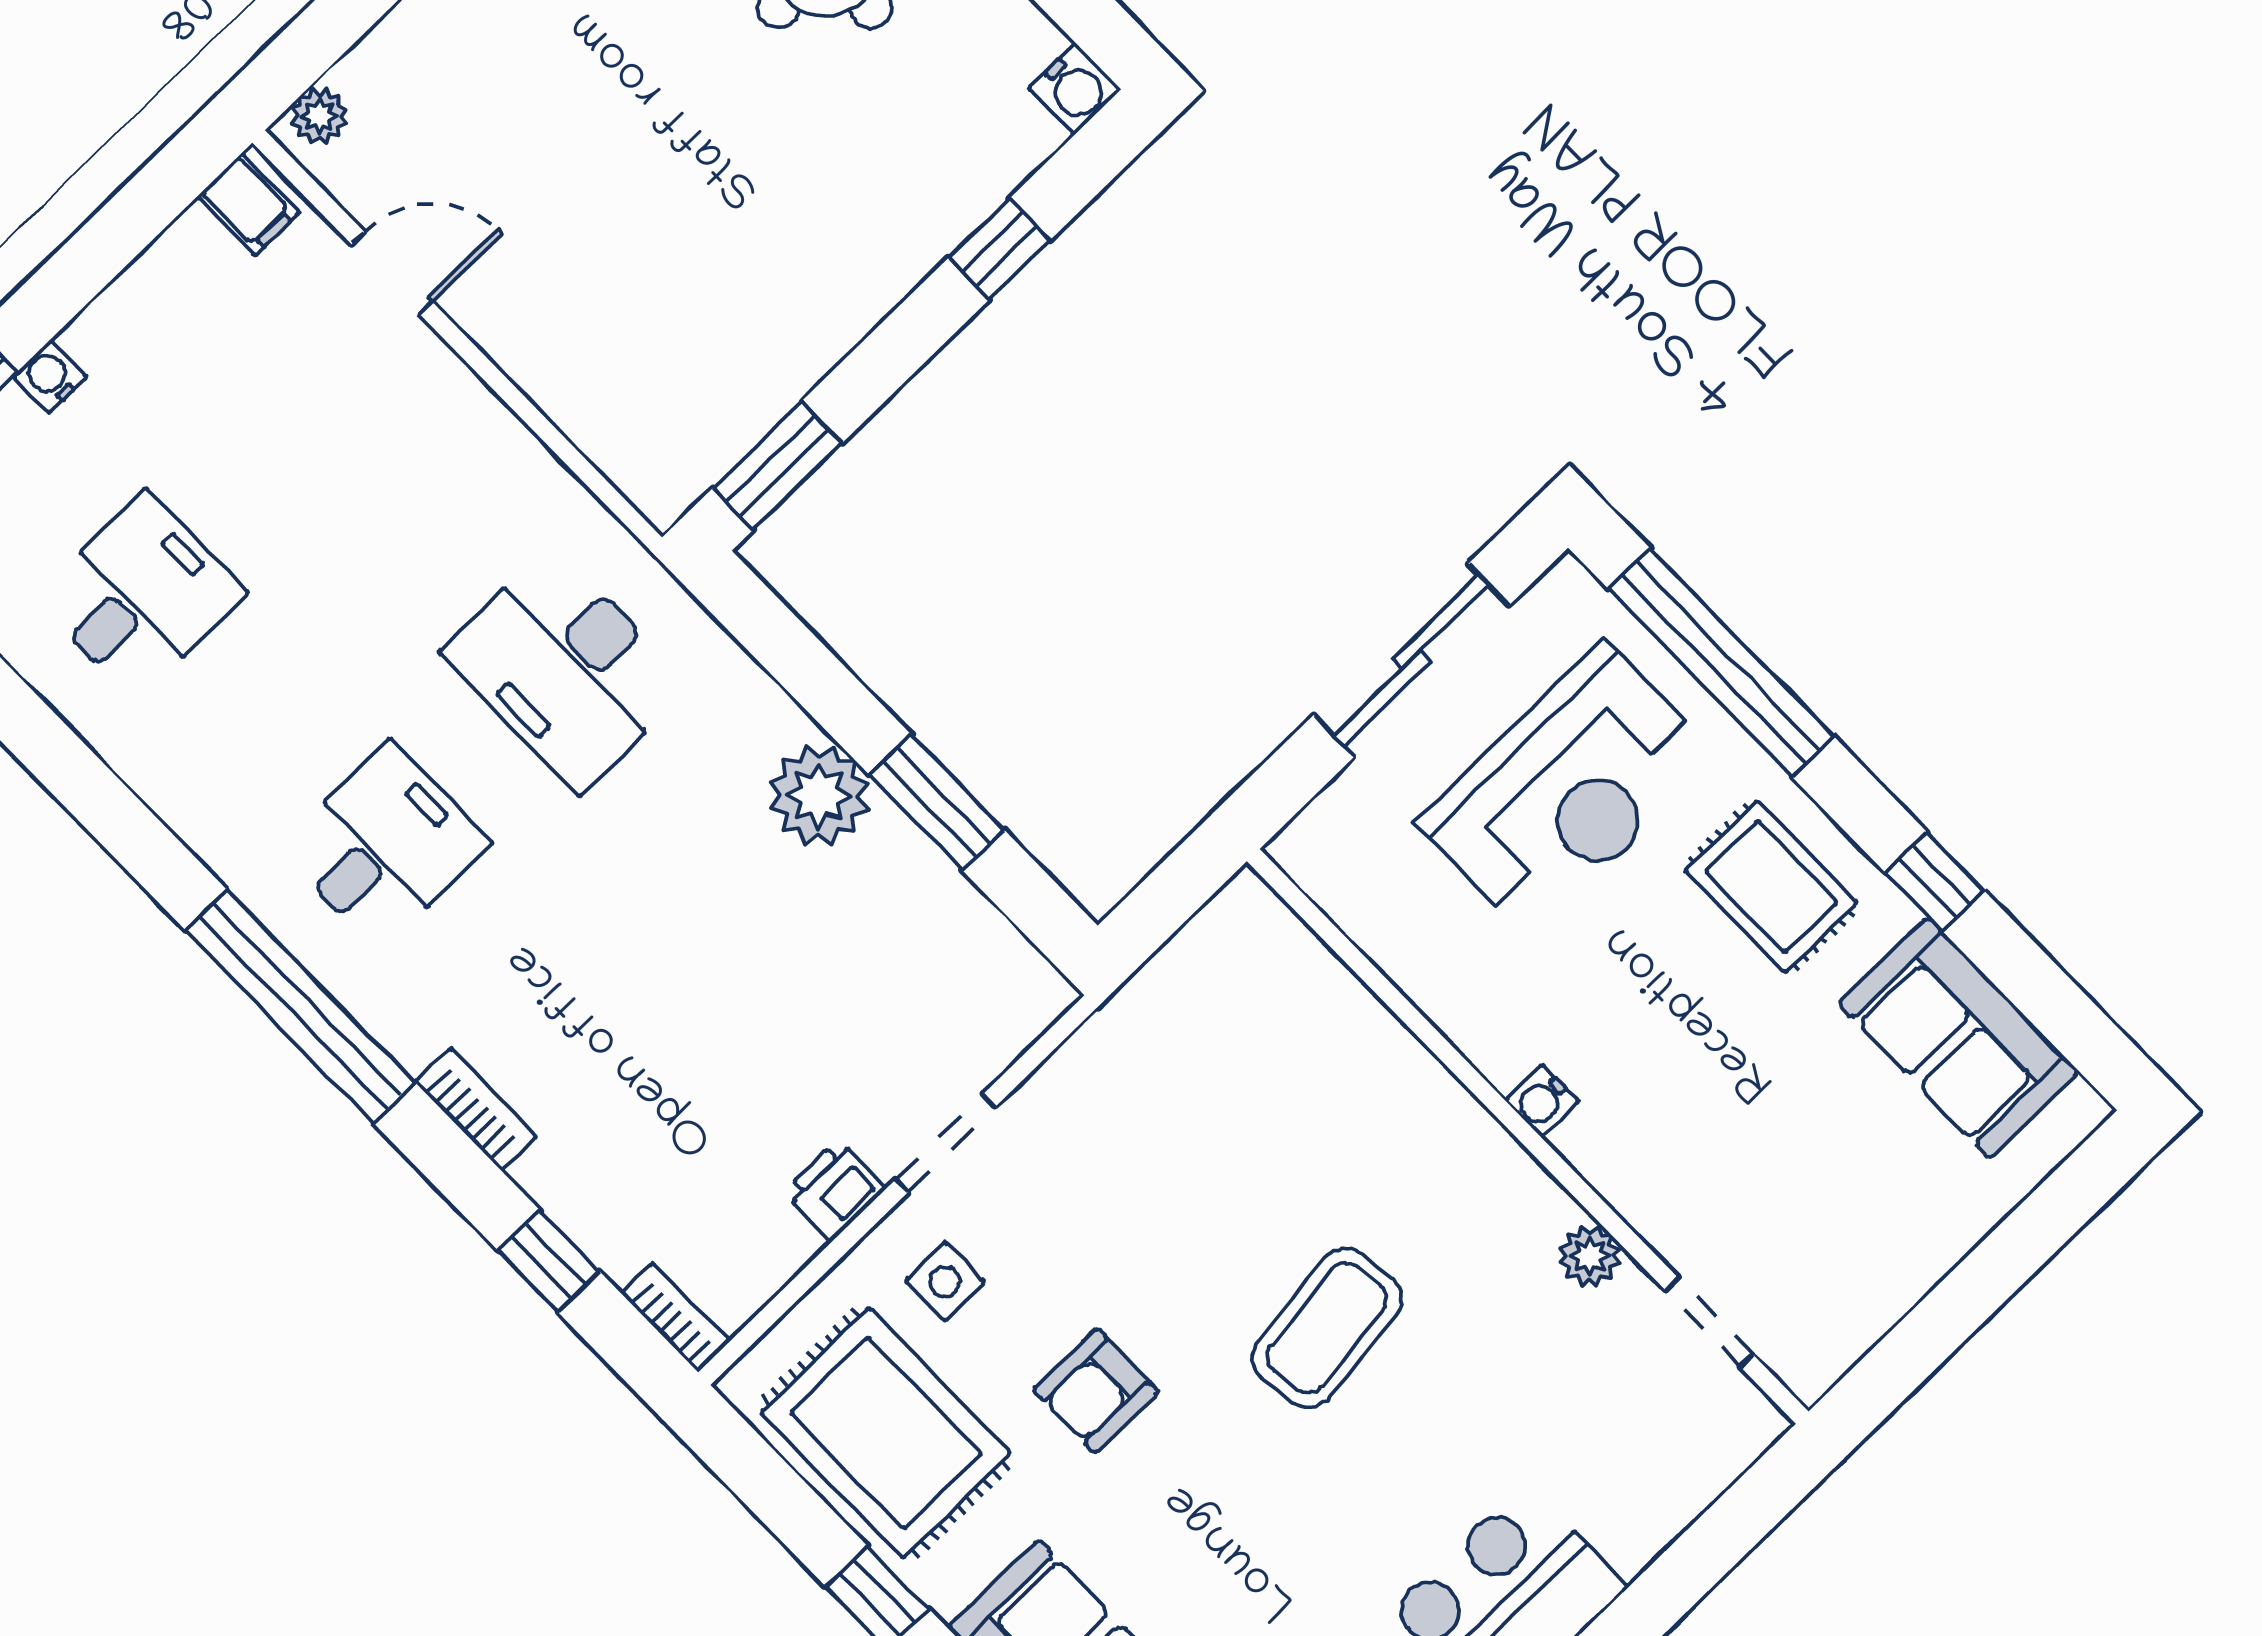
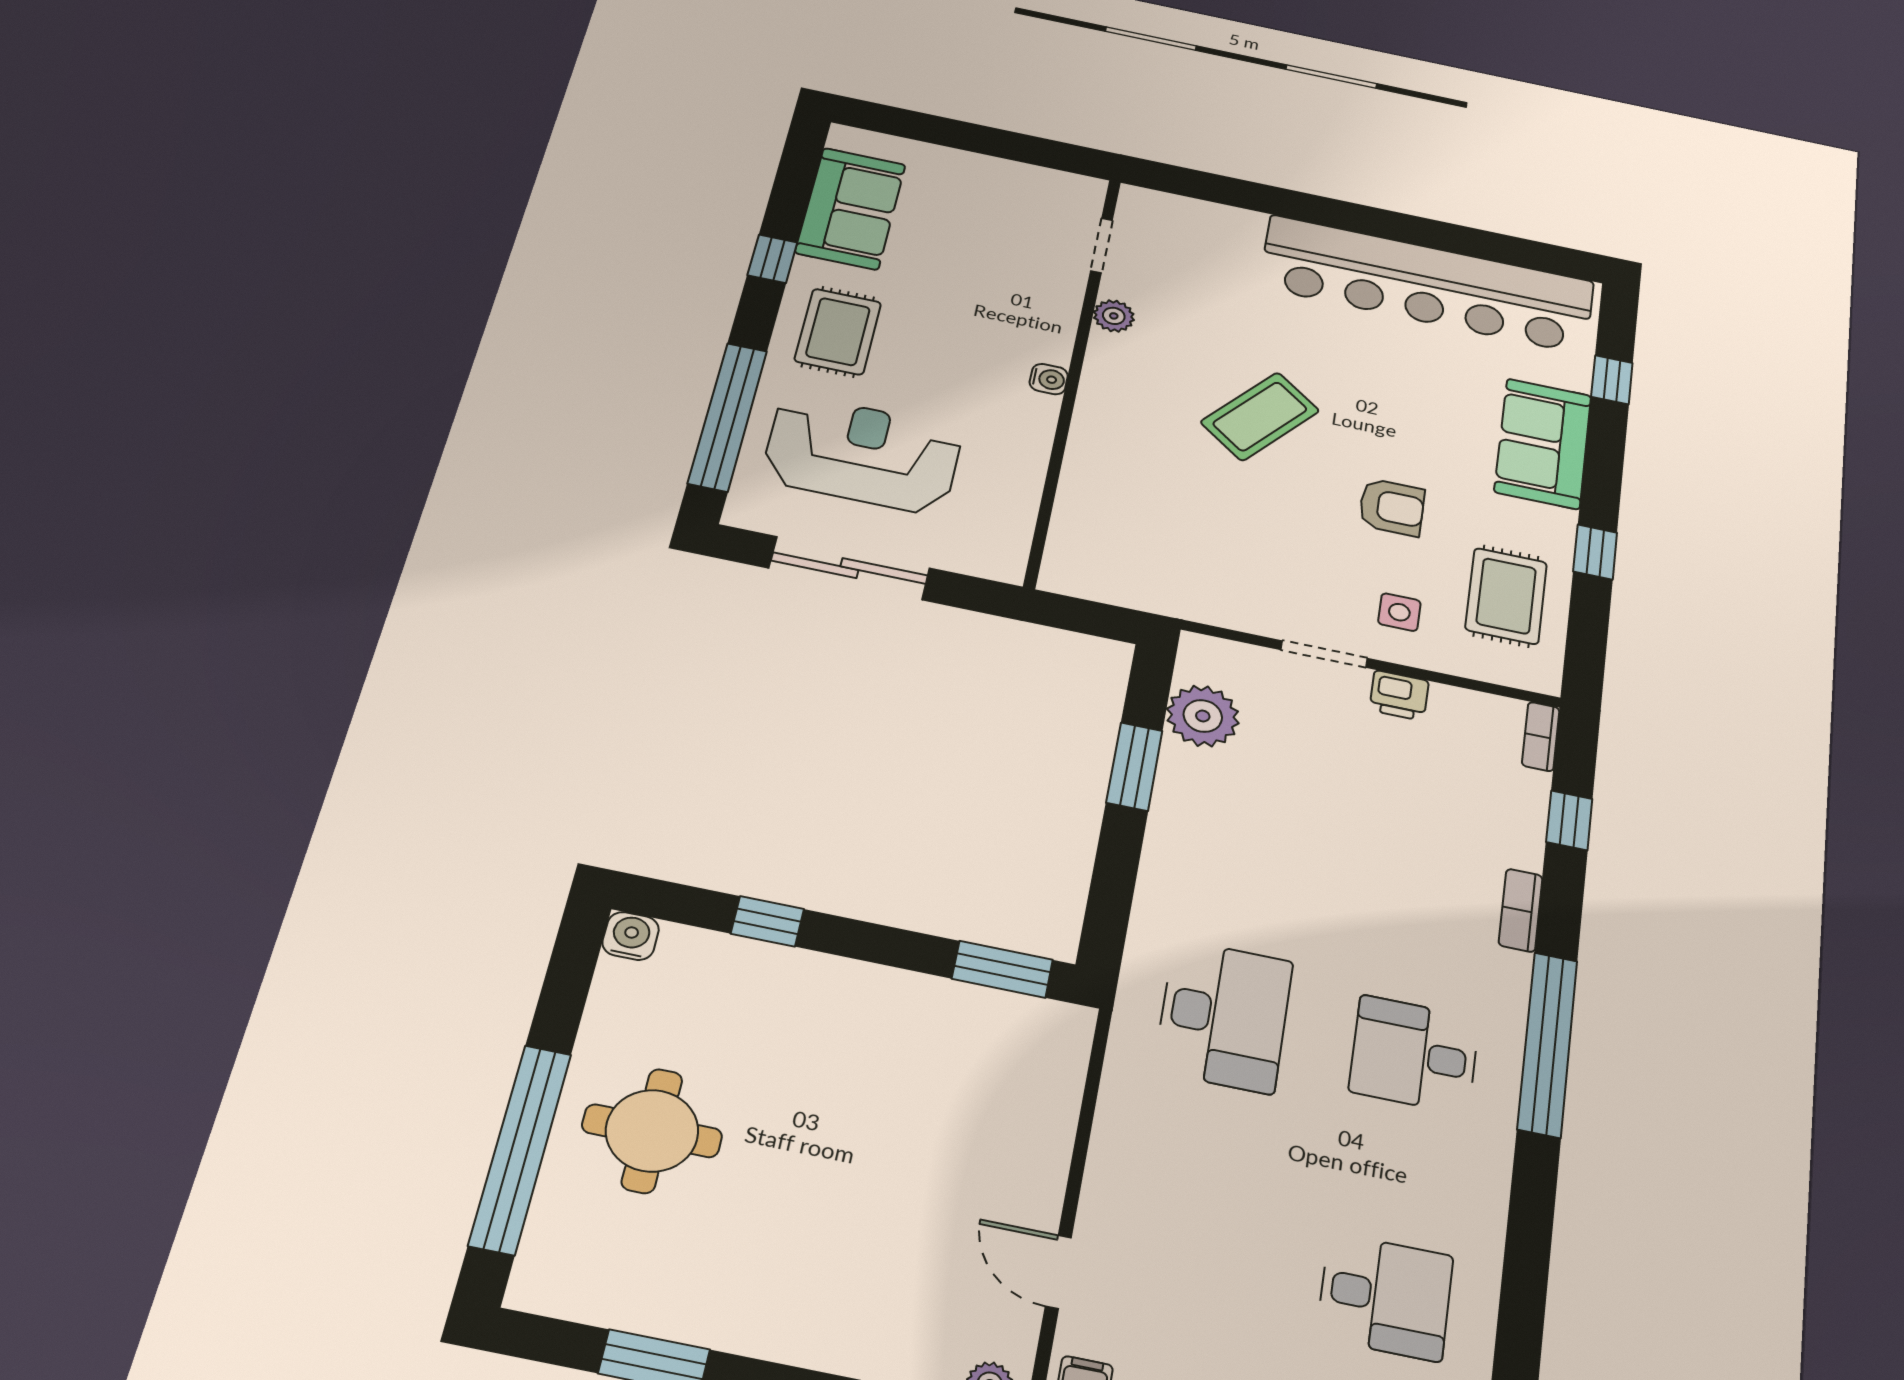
desk: (141, 596) -> (1385, 1297), turned 180
plant: (819, 796) -> (1203, 716), moved
coffee table: (1327, 1328) -> (1260, 416), turned -44
rug: (886, 1433) -> (1506, 596), width x0.73, depth x0.70

